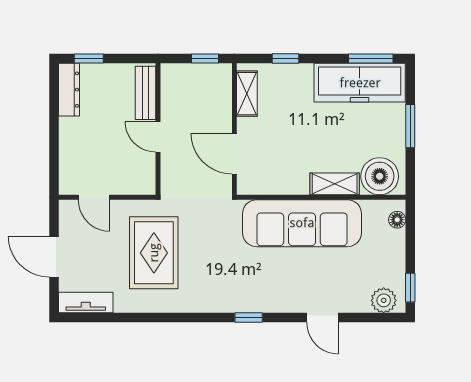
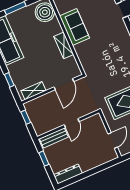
window: (89, 58) -> (44, 159), moved
shelving: (335, 184) -> (64, 45), moved
sofa: (302, 223) -> (75, 27), width x0.54, depth x0.79

